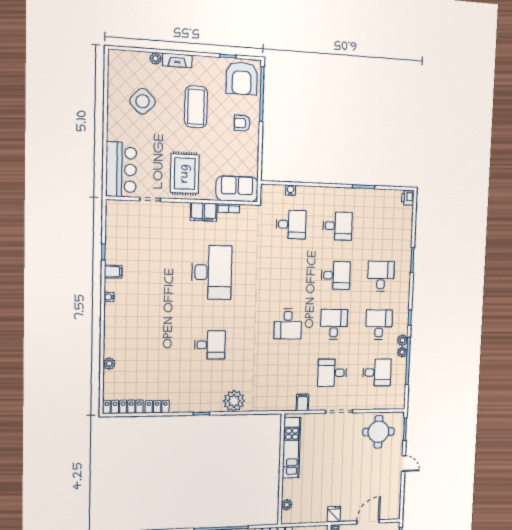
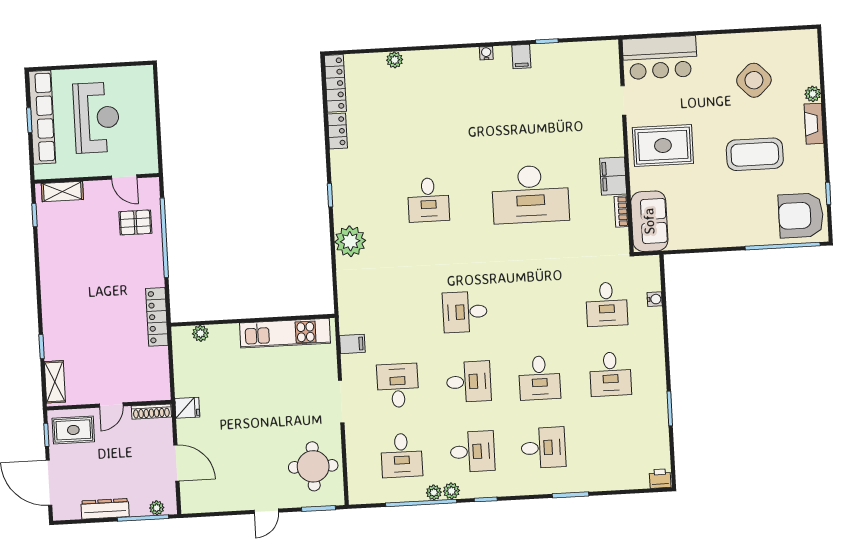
armchair: (242, 123) -> (740, 221), removed

